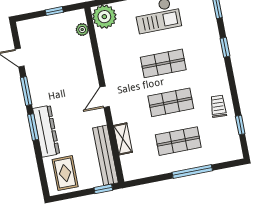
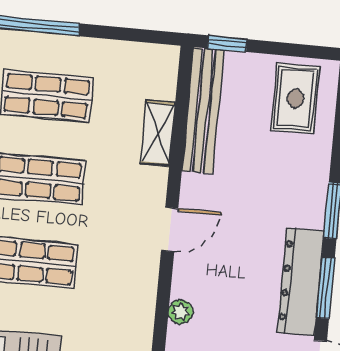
plant: (89, 61) -> (181, 312), added
dresser: (46, 131) -> (301, 282), moved

